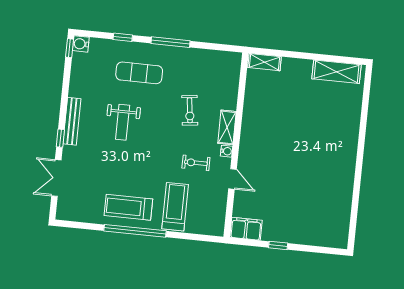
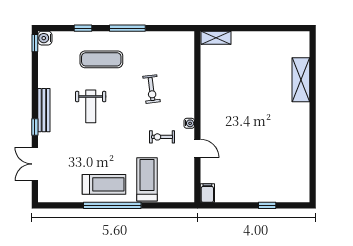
shelving: (337, 72) -> (301, 80), moved, turned 90
shelving: (227, 127) -> (187, 101), removed
treadmill: (128, 207) -> (104, 184), turned 180
filing cabinet: (246, 229) -> (207, 193), width x0.50
window: (278, 245) -> (267, 205), moved

